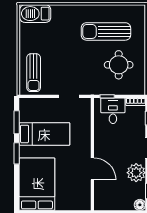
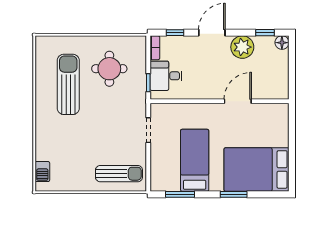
barbecue: (35, 14) -> (42, 172), width x0.53, depth x0.65
sun lounger: (106, 31) -> (68, 84), turned 180
window: (17, 153) -> (234, 194), moved

